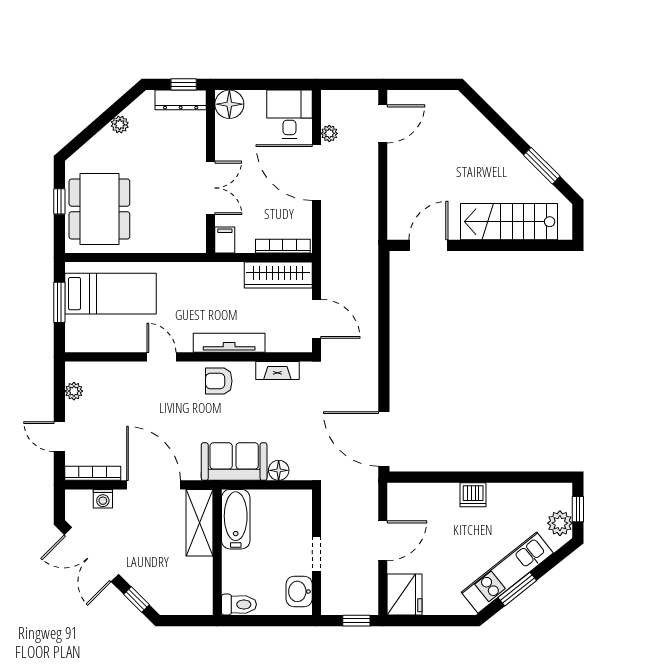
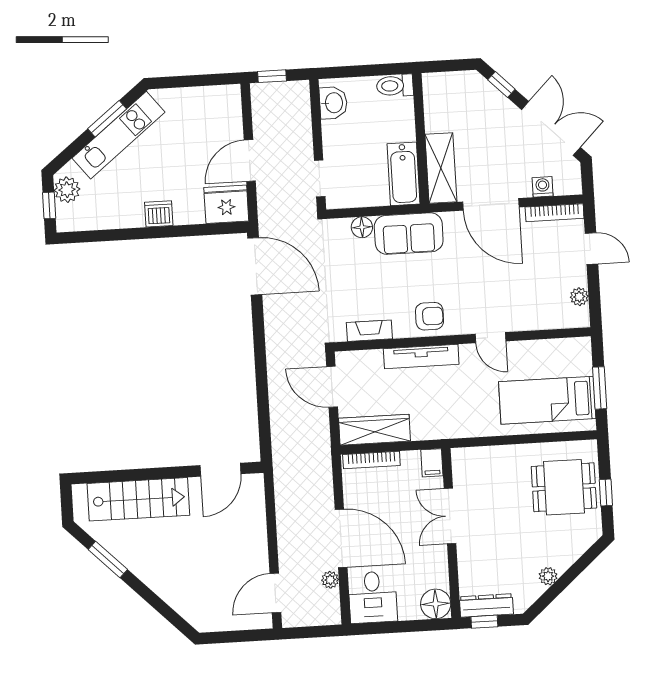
dining table: (99, 209) -> (564, 487), width x0.73
doorway: (316, 554) -> (320, 178), moved
fridge: (405, 594) -> (226, 204), moved, turned 90

